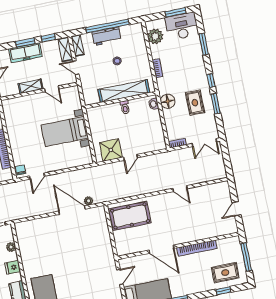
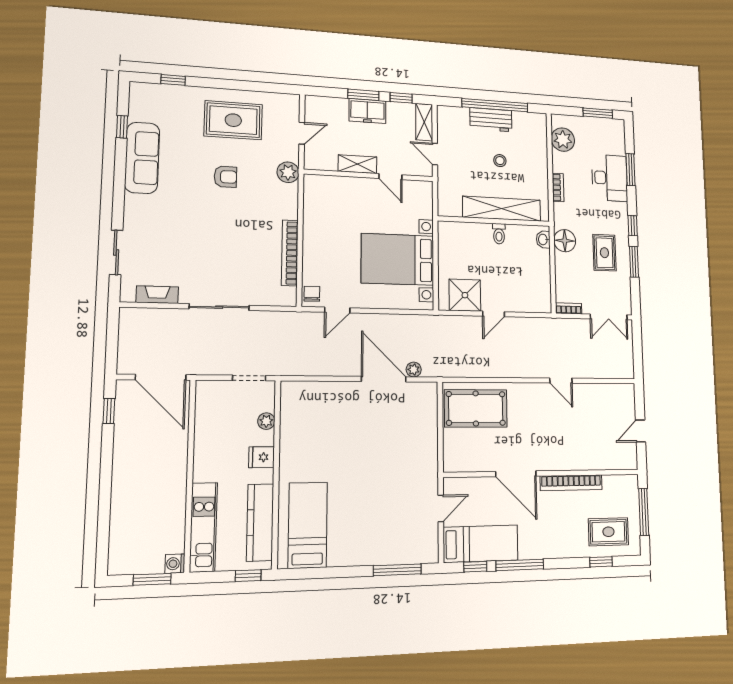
desk: (182, 26) -> (610, 178), moved, turned 90
shelving: (78, 46) -> (444, 122), removed
freezer: (25, 53) -> (367, 111), width x0.71
bed with nightstands: (65, 131) -> (398, 259), width x1.36

